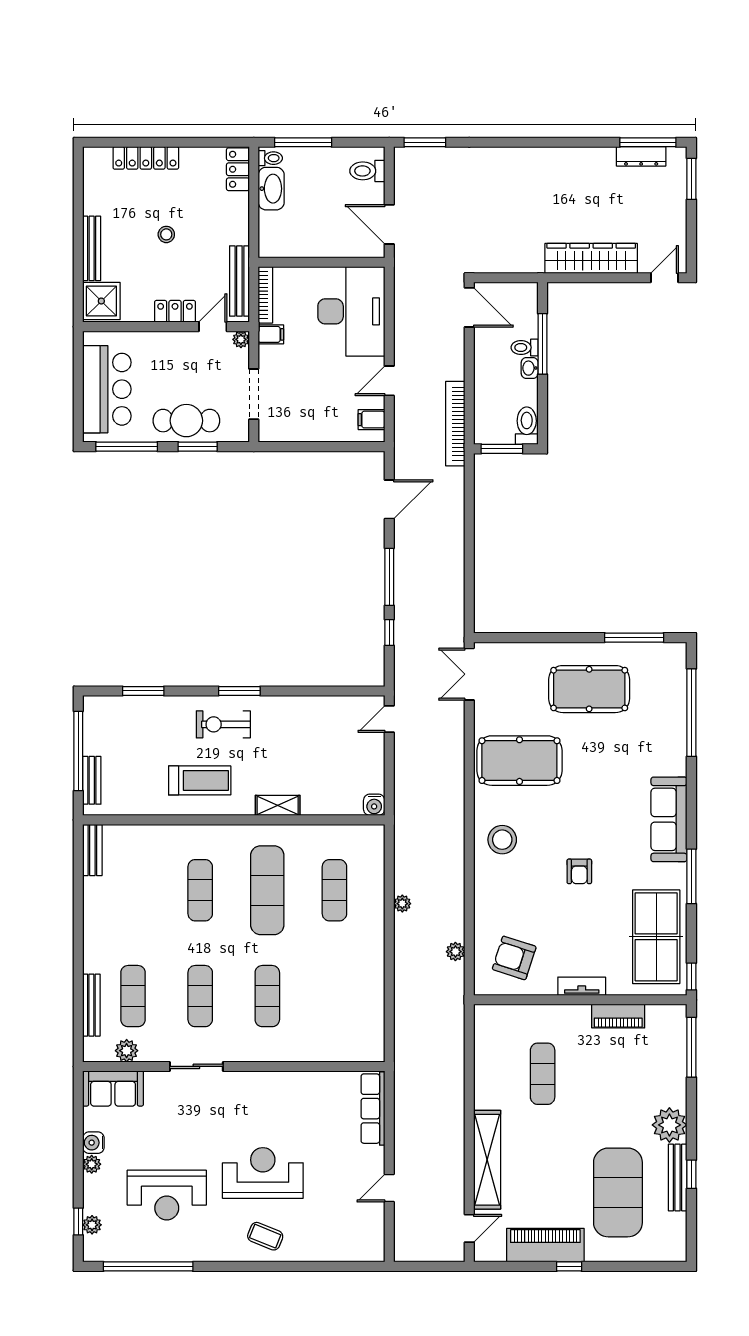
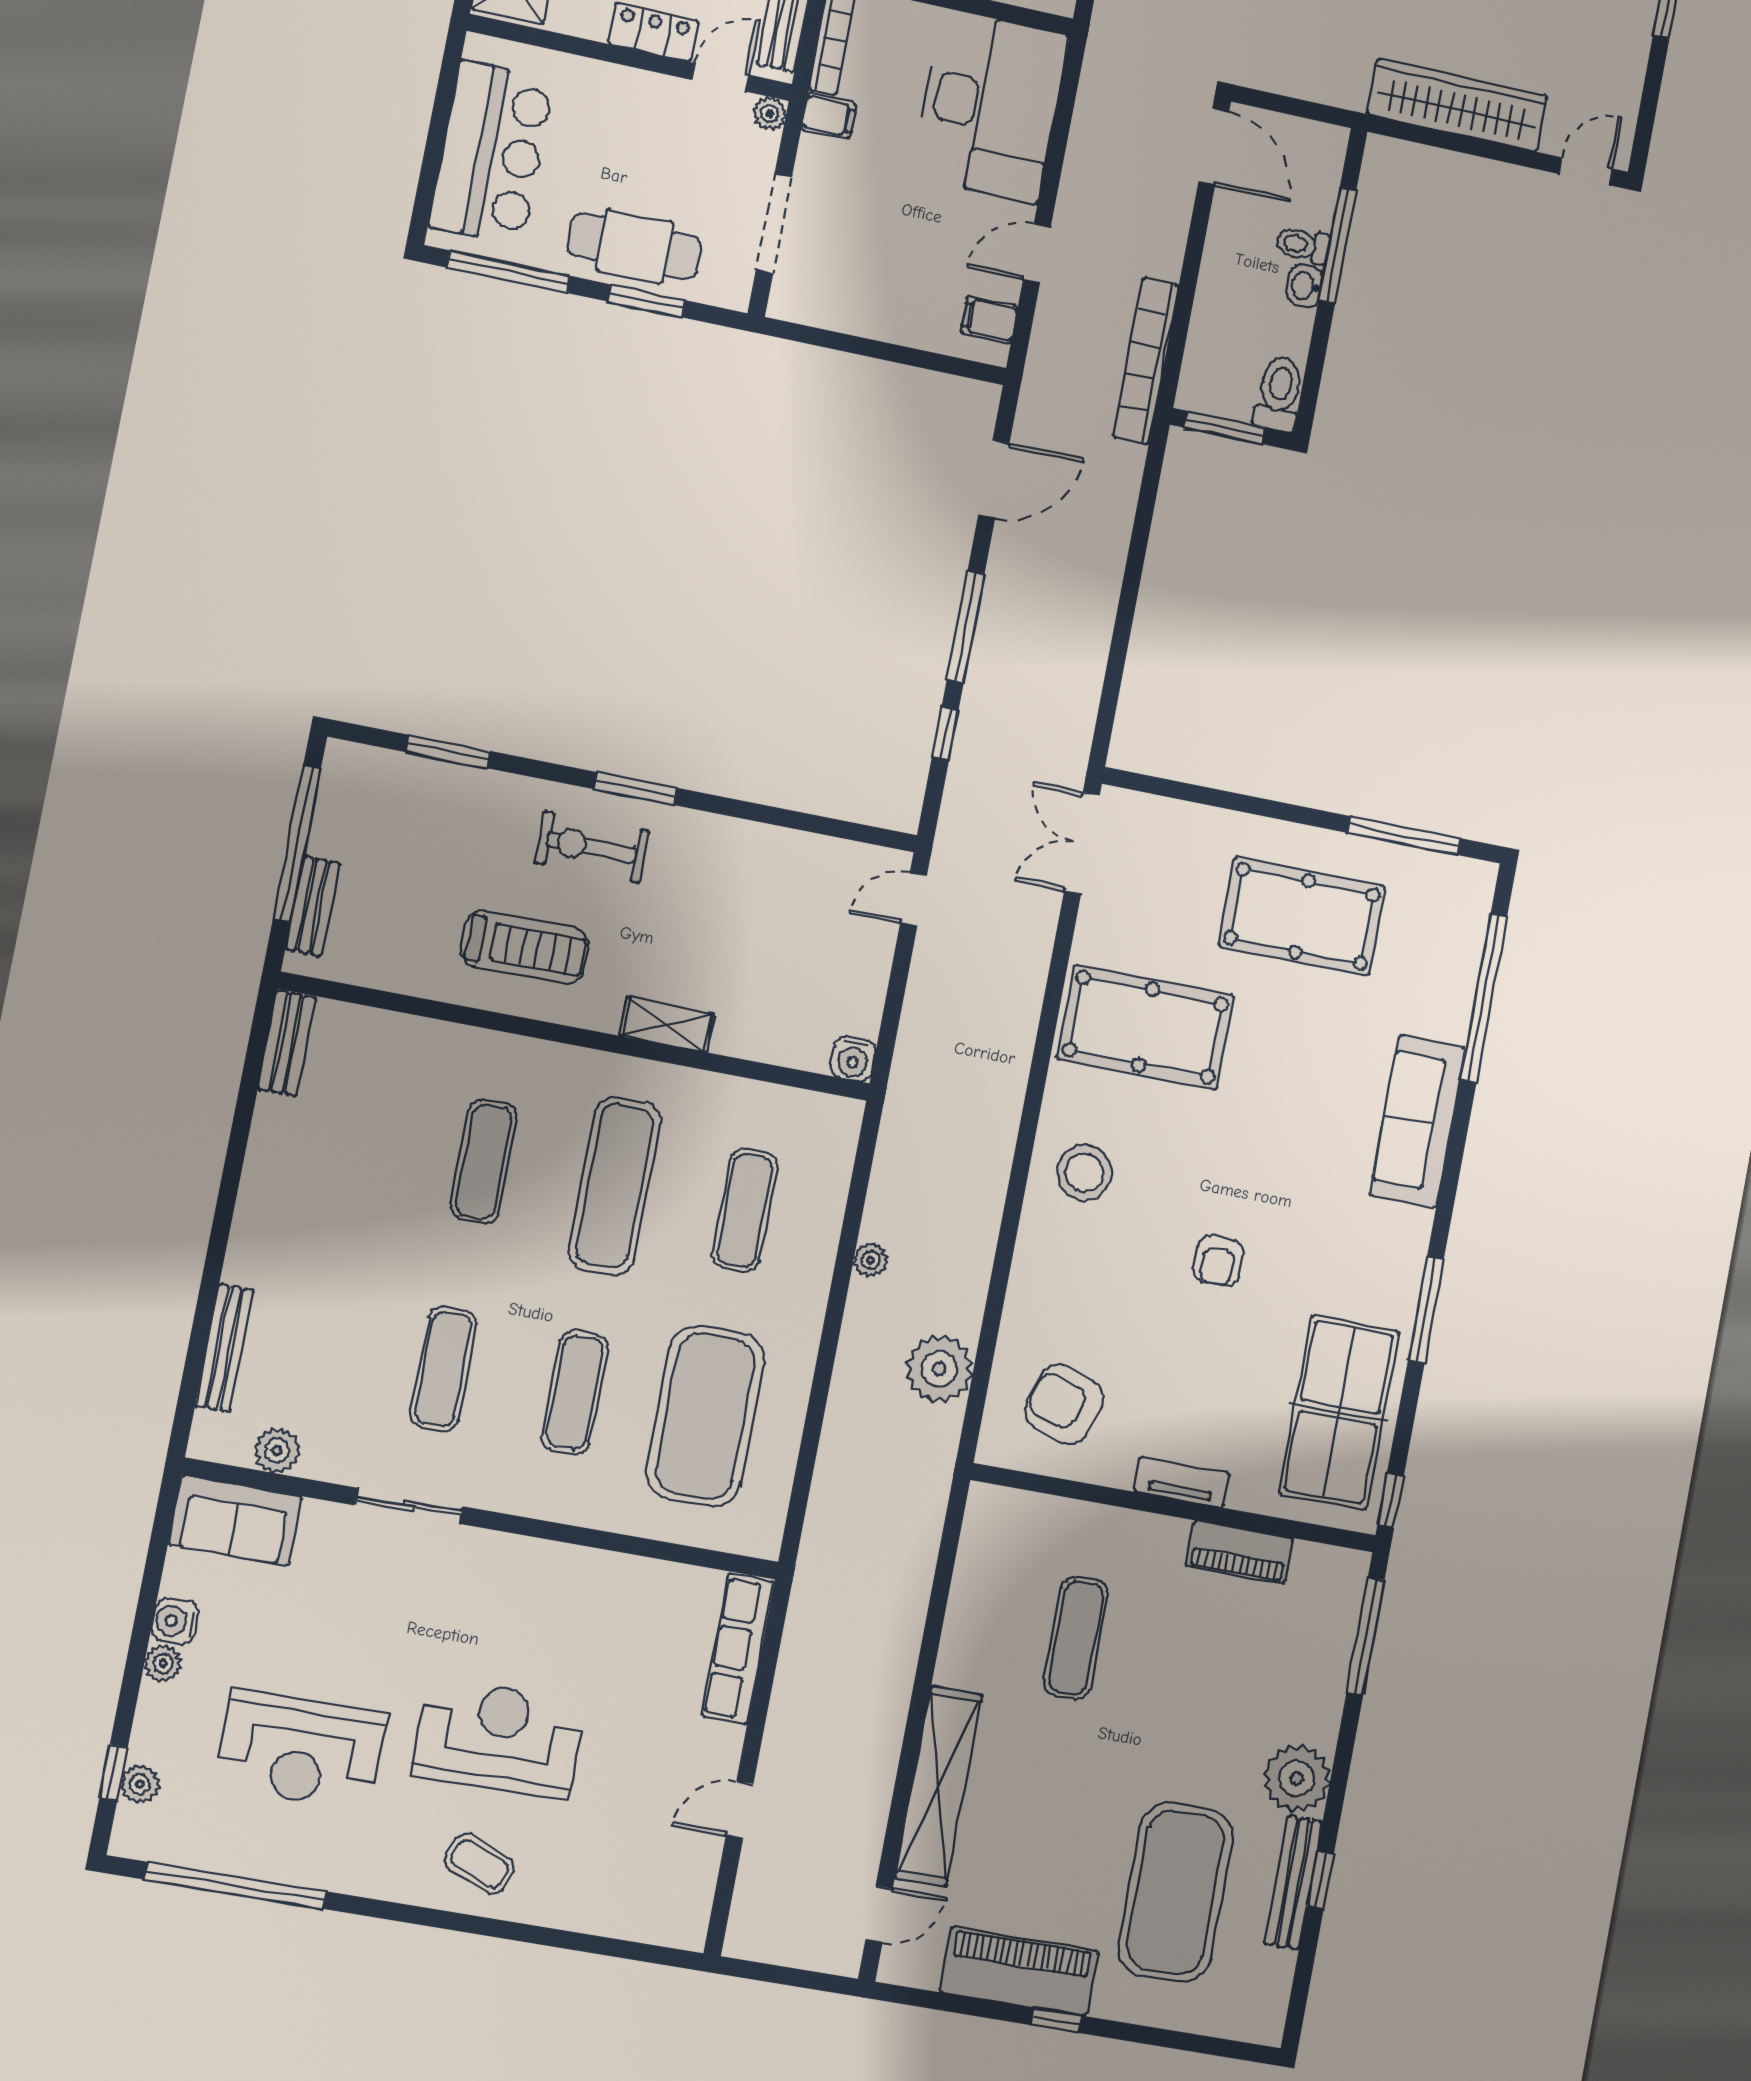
sofa: (669, 819) -> (1418, 1121), moved
plant: (455, 952) -> (939, 1369), width x1.88, depth x1.88
exercise mat: (133, 996) -> (705, 1416), moved, width x2.00, depth x1.45

